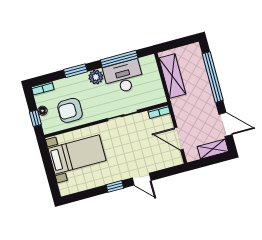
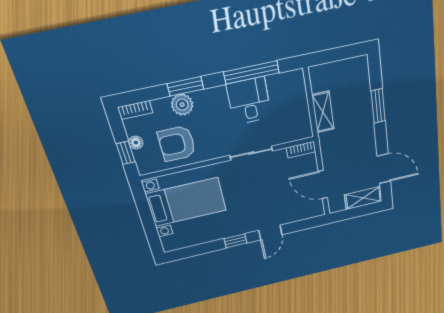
shelving: (172, 76) -> (323, 112), width x0.67, depth x0.75
plant: (96, 77) -> (182, 105), moved
desk: (123, 77) -> (249, 101), width x0.73
window: (213, 77) -> (378, 106), width x0.47
door: (142, 179) -> (270, 233), hinge flipped

